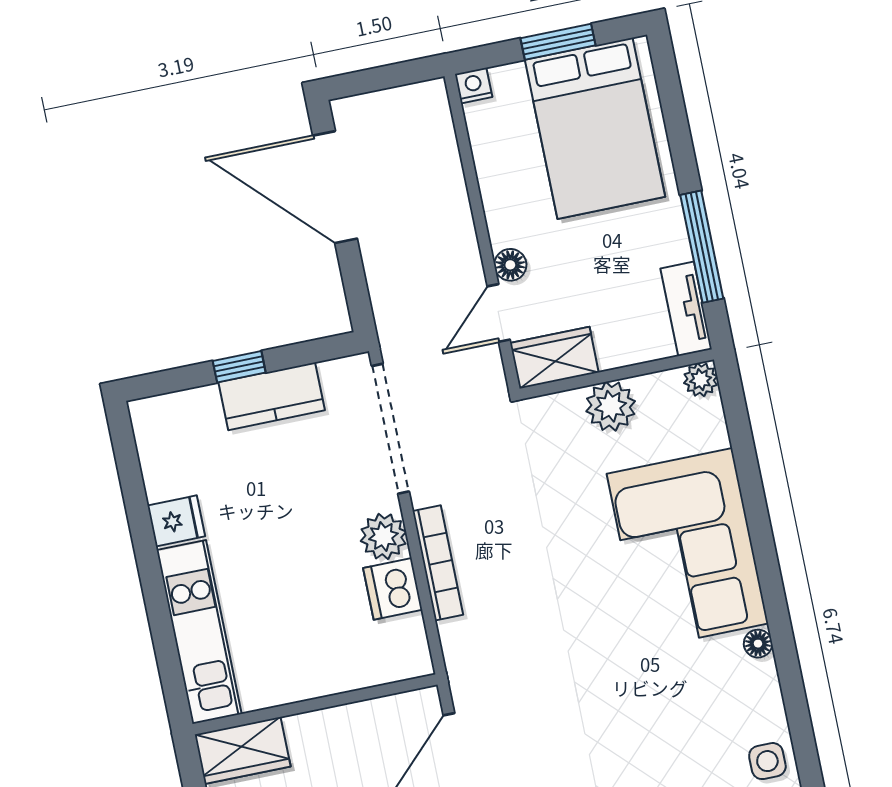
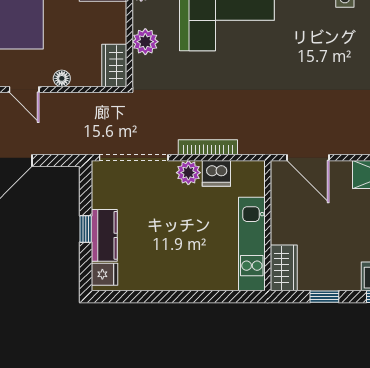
door: (499, 313) -> (24, 90), moved
kitchen counter: (272, 396) -> (104, 235), moved
fridge: (176, 521) -> (104, 274), moved, turned 90
kitchen unit: (199, 632) -> (252, 244), moved, turned -90

